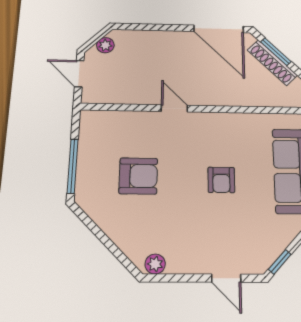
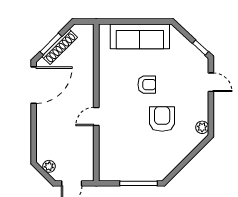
armchair: (138, 176) -> (162, 119), moved
door: (226, 278) -> (211, 82), hinge flipped

